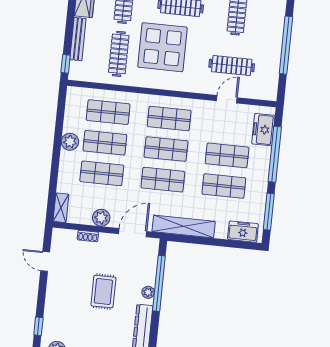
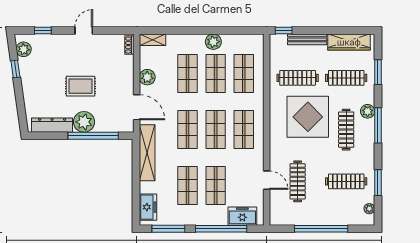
shoe rack: (88, 236) -> (129, 45), moved
door: (45, 261) -> (84, 30), moved
plant: (148, 292) -> (84, 122), width x1.88, depth x1.88

